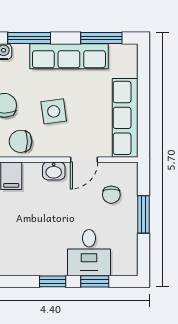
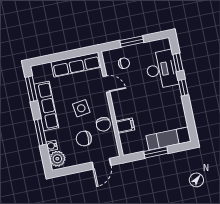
washbasin: (54, 171) -> (117, 101), removed
desk: (89, 253) -> (161, 69), width x1.37

